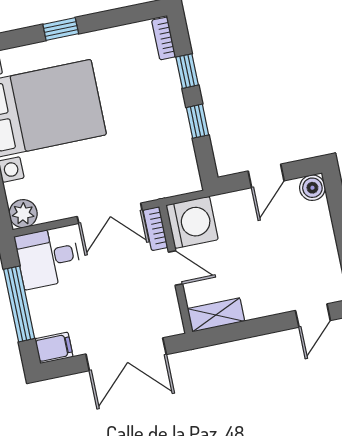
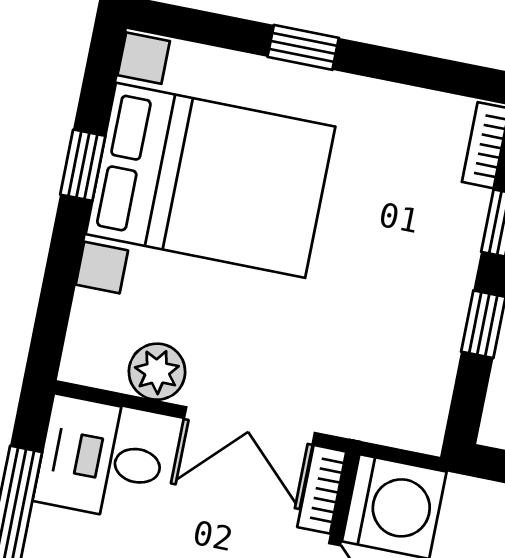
plant: (23, 214) -> (157, 372), moved

